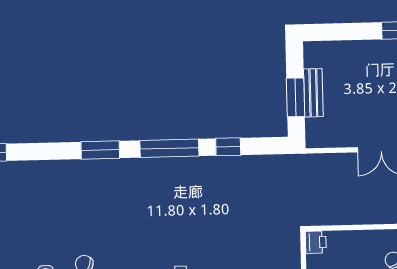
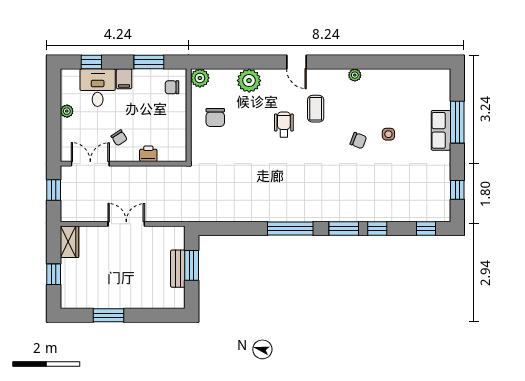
window: (228, 147) -> (377, 228), moved
printer: (316, 242) -> (148, 154), moved, turned 90

